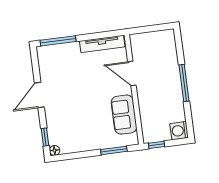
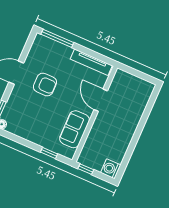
window: (184, 83) -> (138, 133), removed
armchair: (72, 90) -> (45, 85), added
window: (114, 150) -> (49, 153), width x0.67

